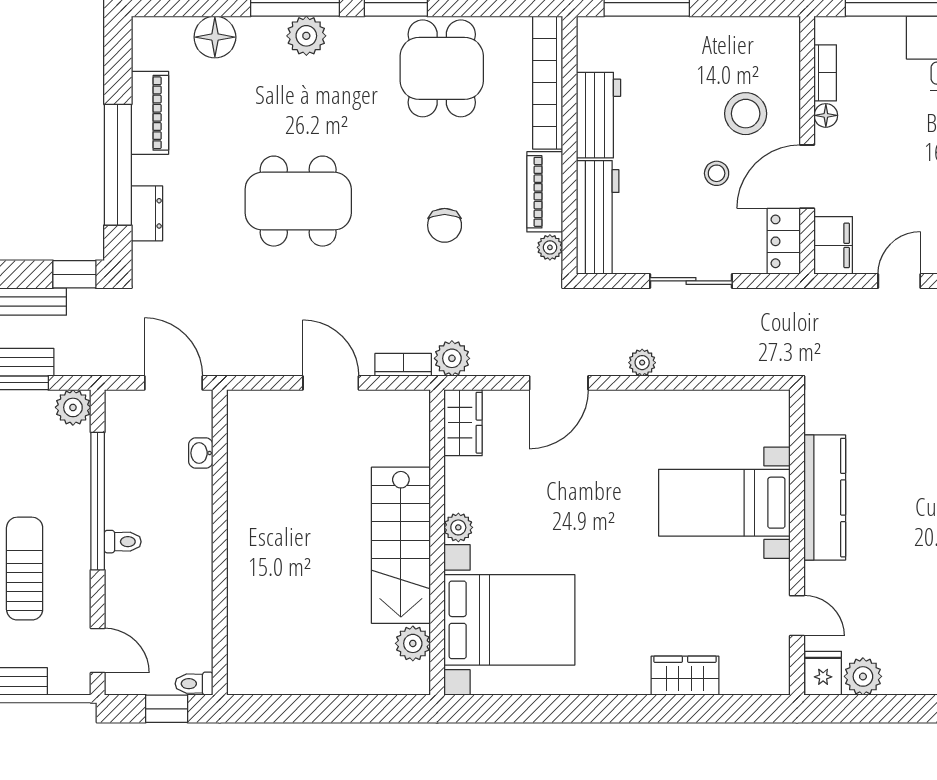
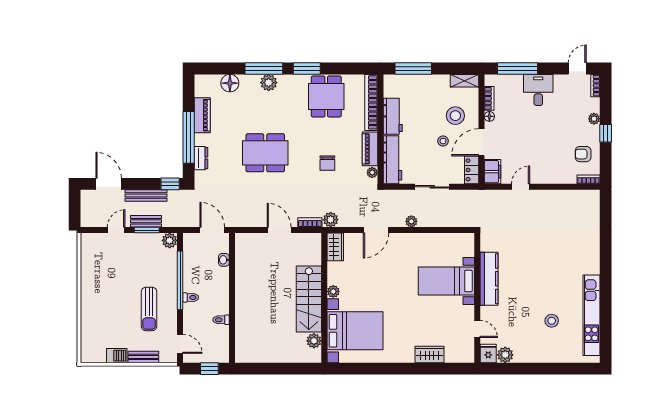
shelving: (767, 31) -> (464, 81), added
sun lounger: (25, 569) -> (149, 309), turned 180
toilet: (194, 684) -> (221, 320), moved

